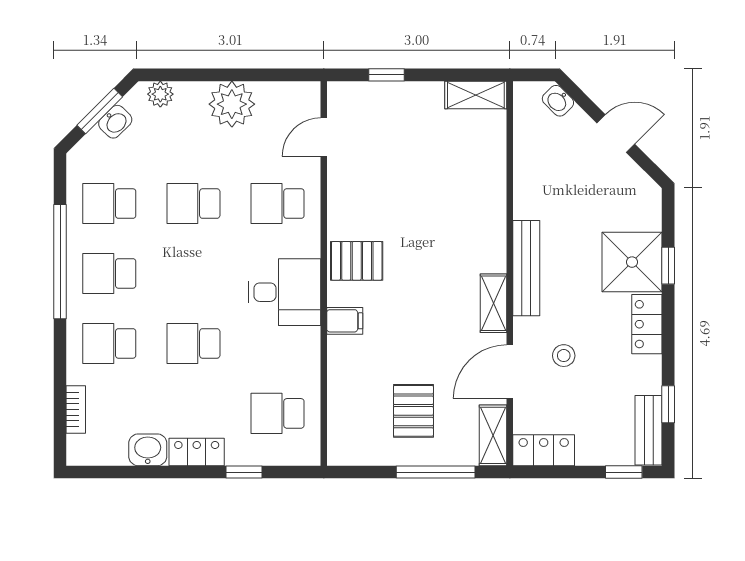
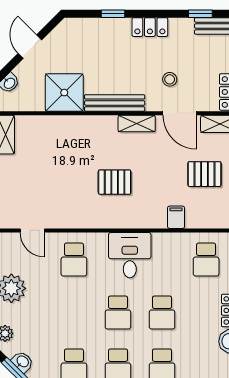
school desk: (193, 204) -> (118, 313), moved
pallet: (357, 261) -> (115, 182), moved, turned 90
shower: (632, 262) -> (64, 93), moved
filing cabinet: (345, 321) -> (176, 217), moved

